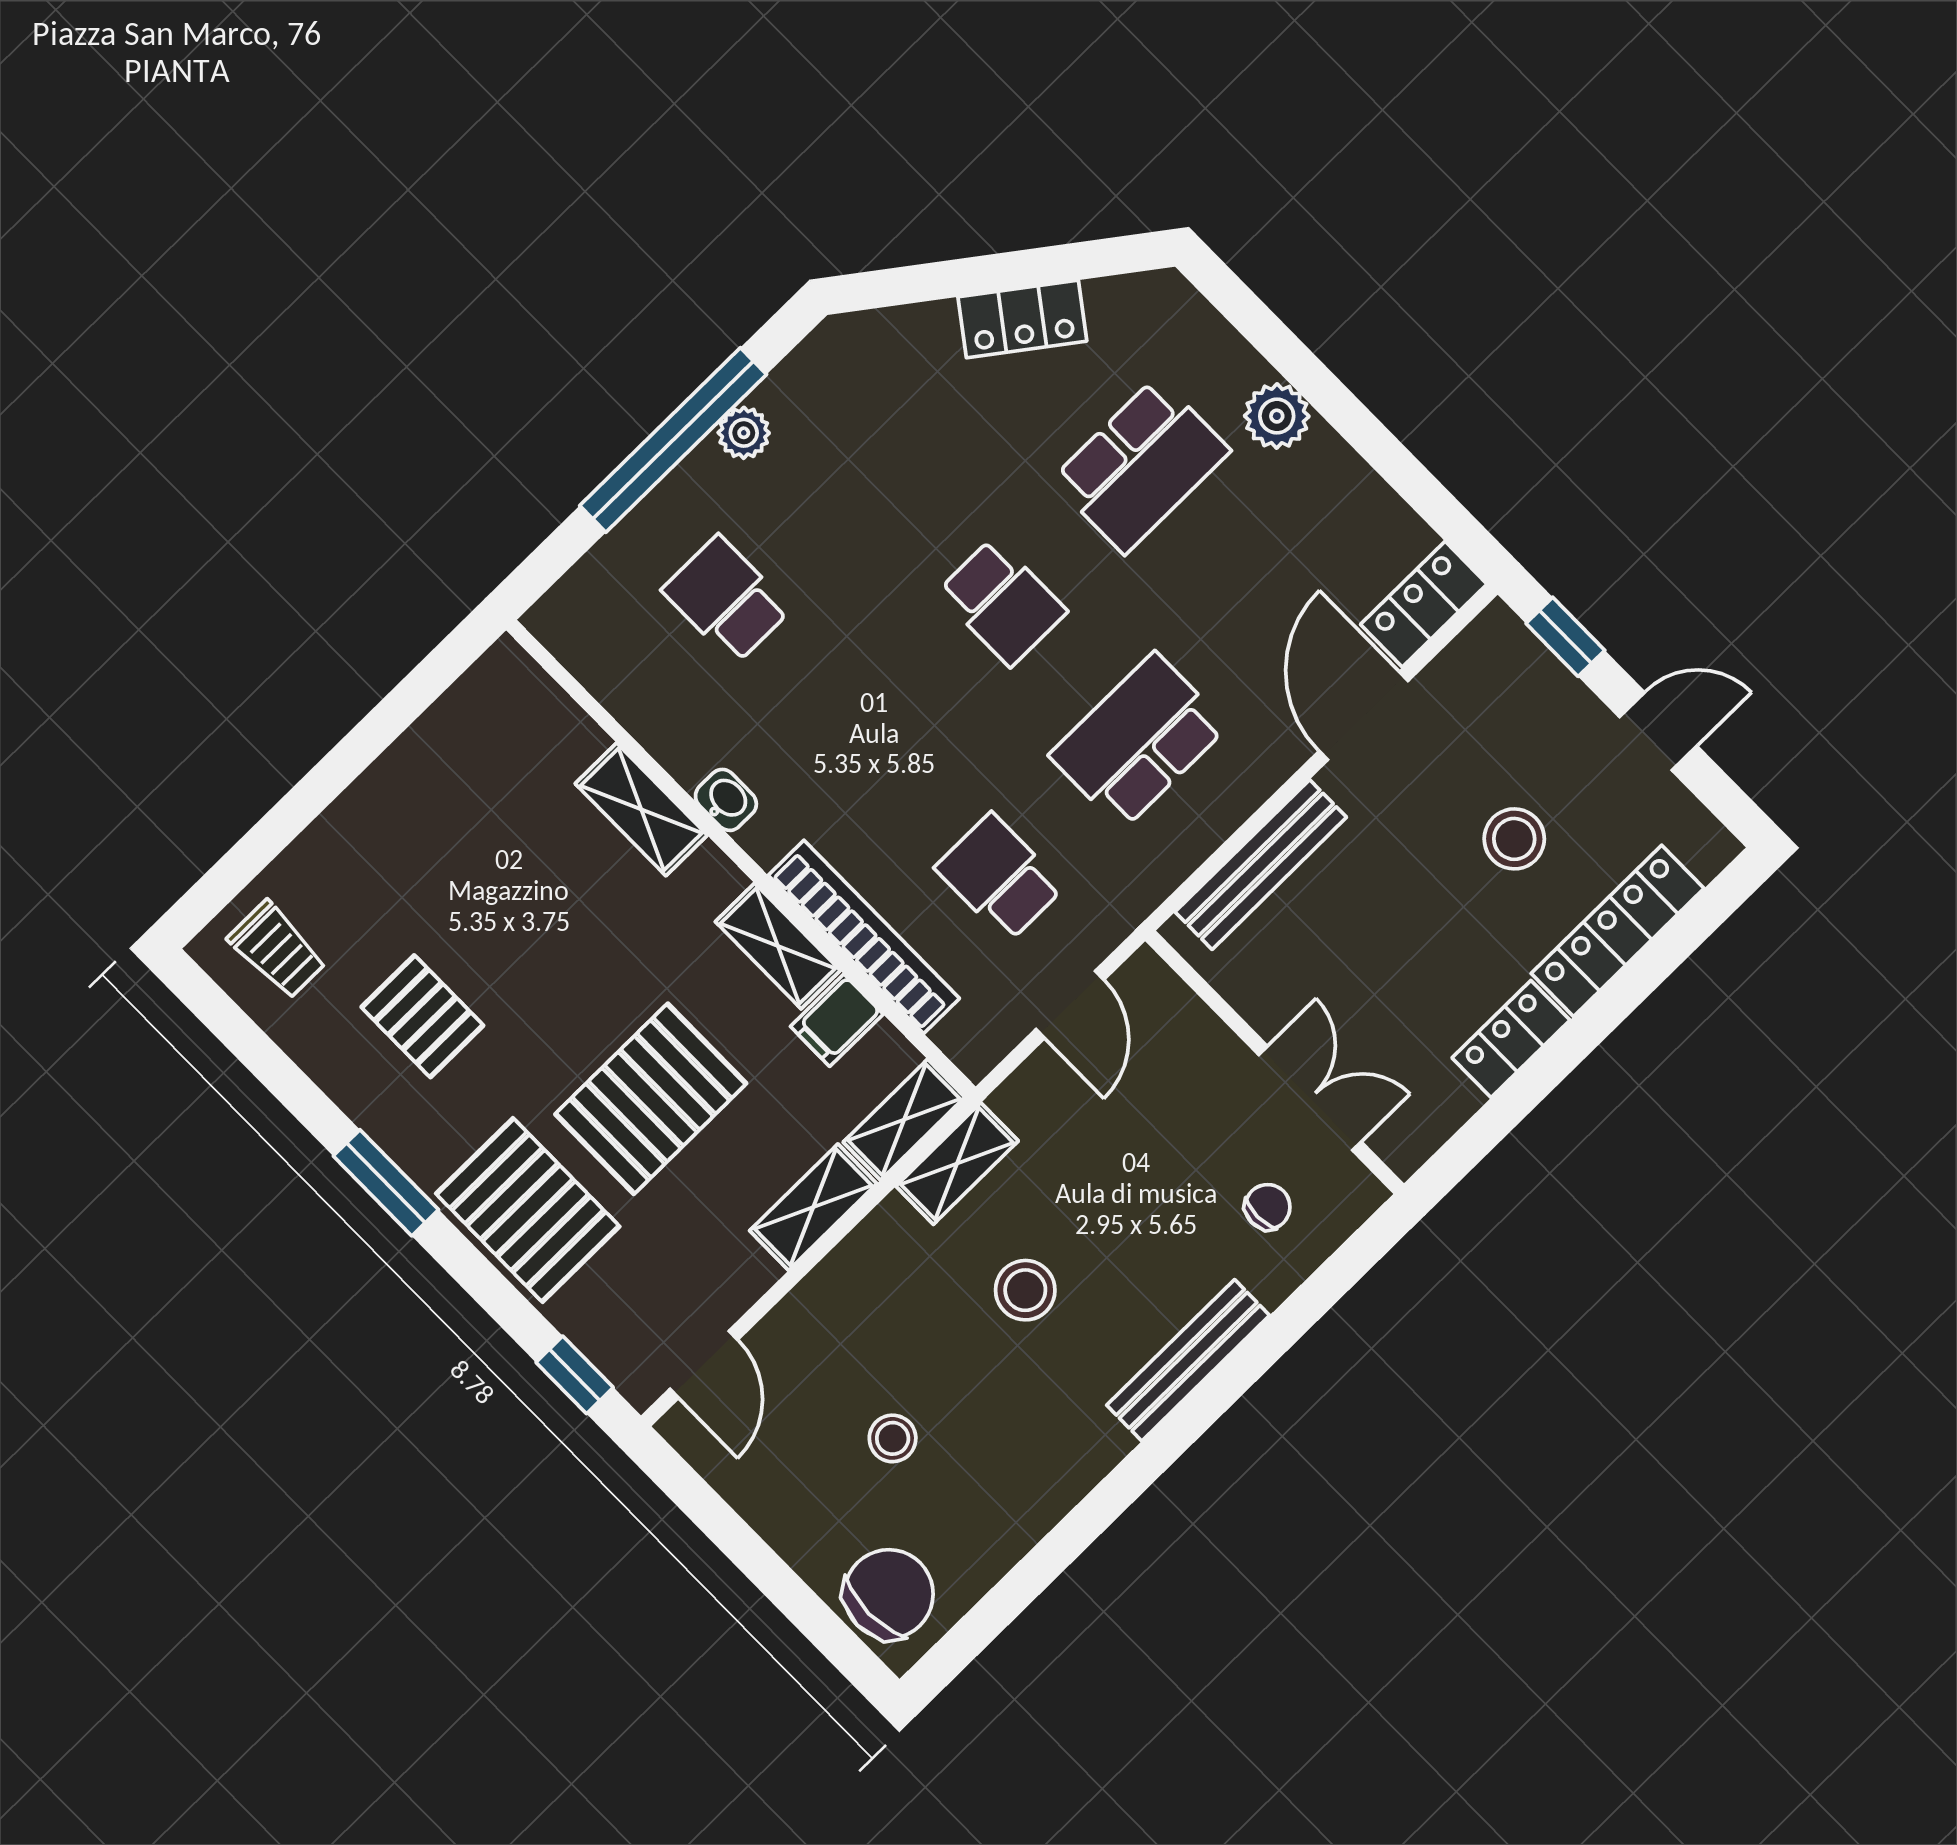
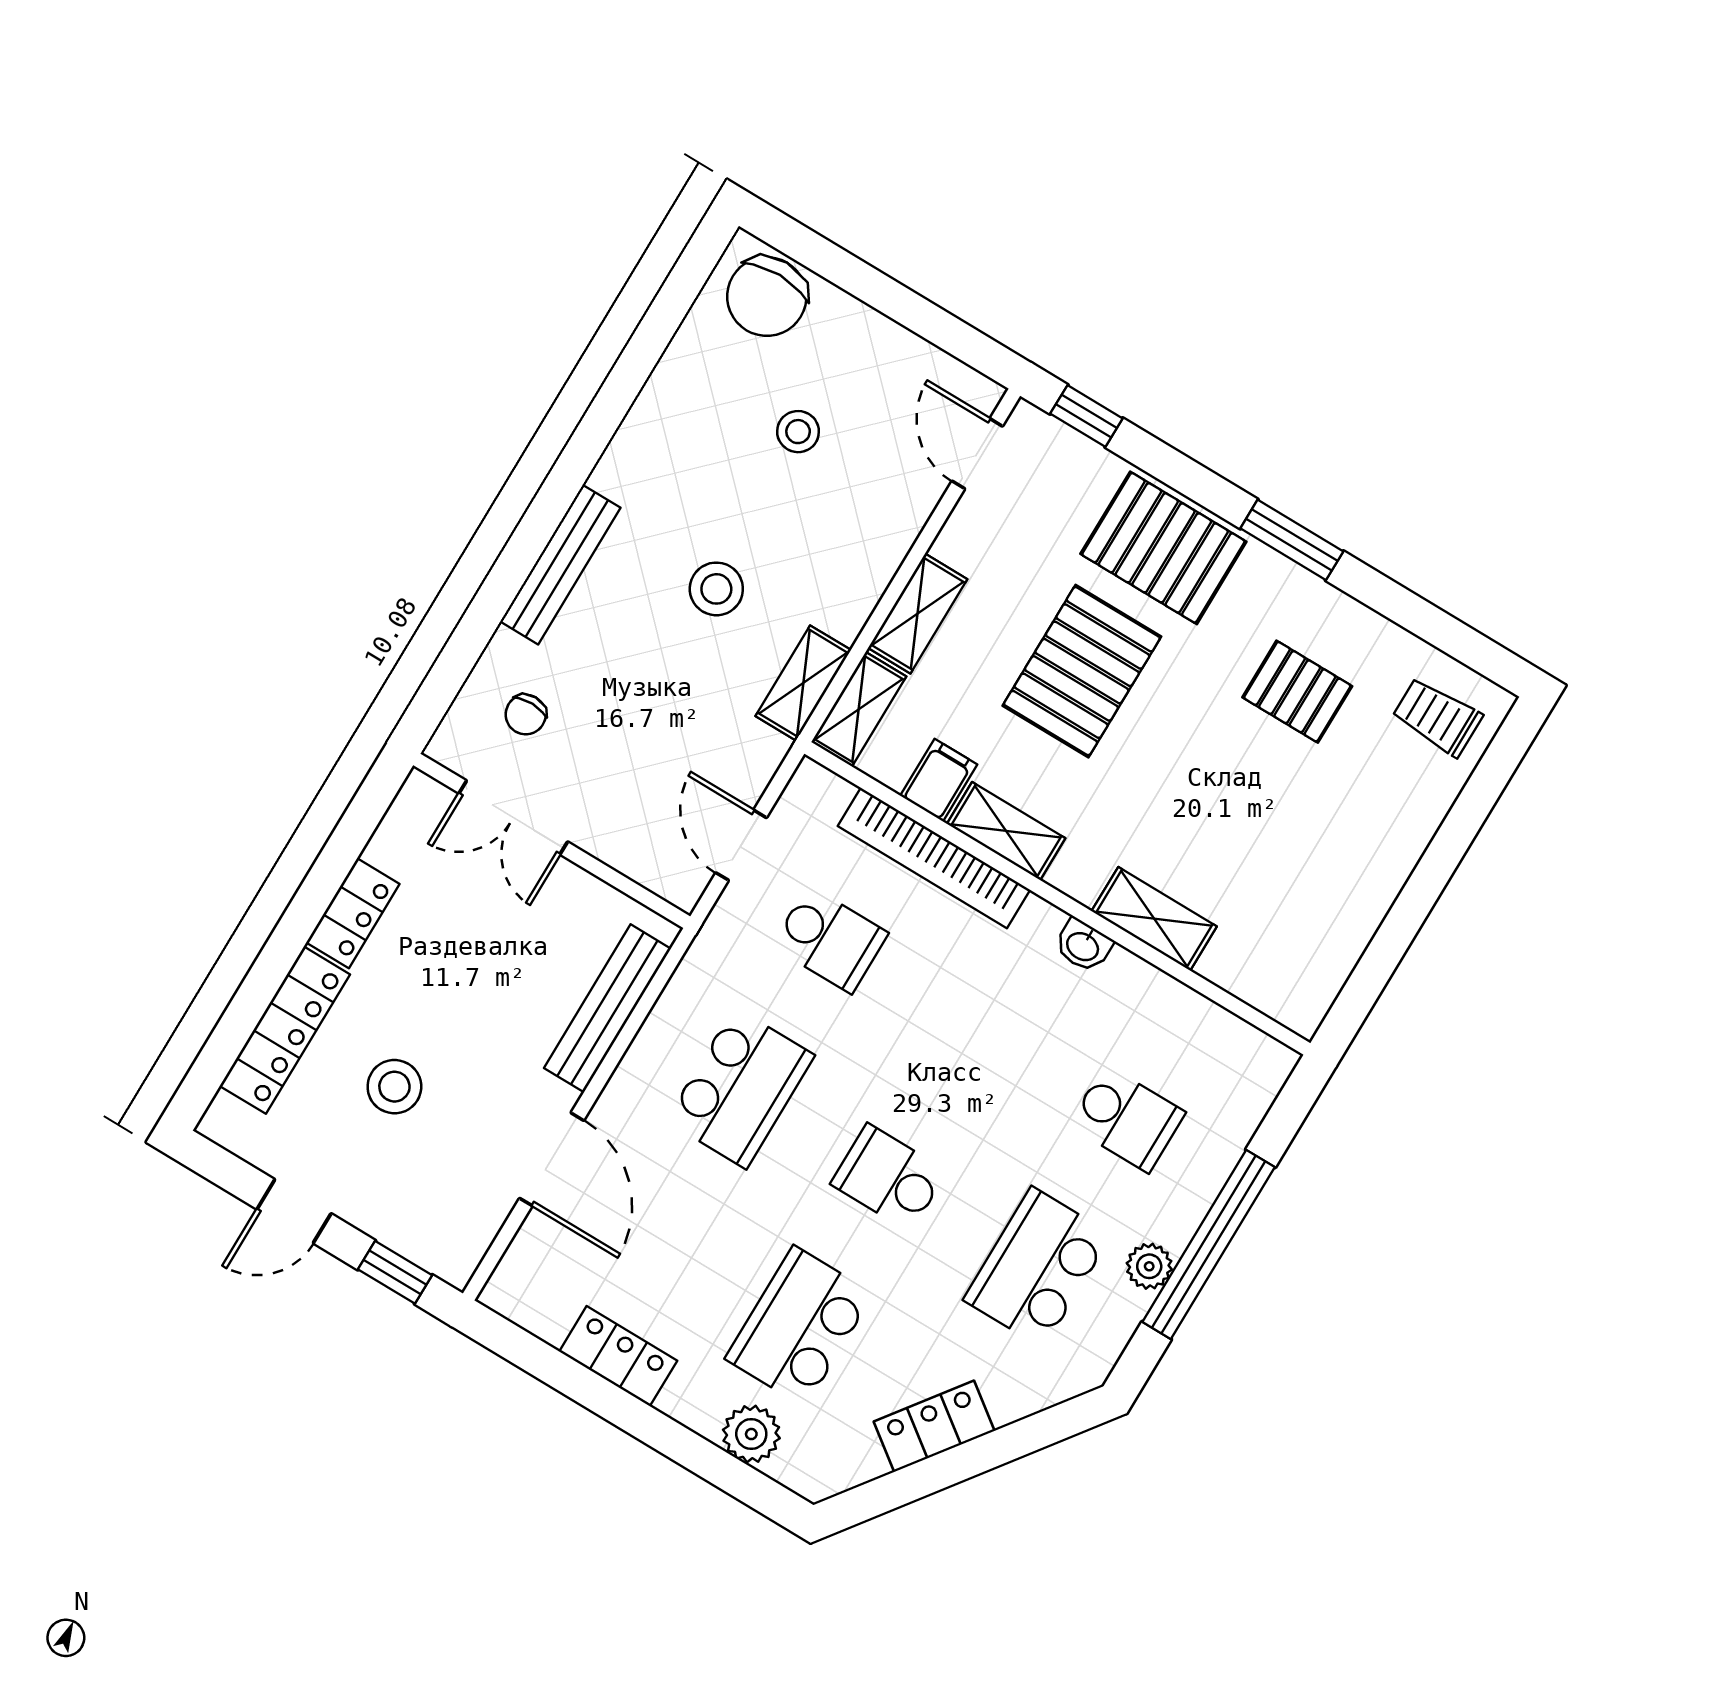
plant: (1277, 416) -> (751, 1434), moved
school desk: (866, 463) -> (1037, 1267), added
locker: (1424, 604) -> (618, 1356), moved, turned -90

